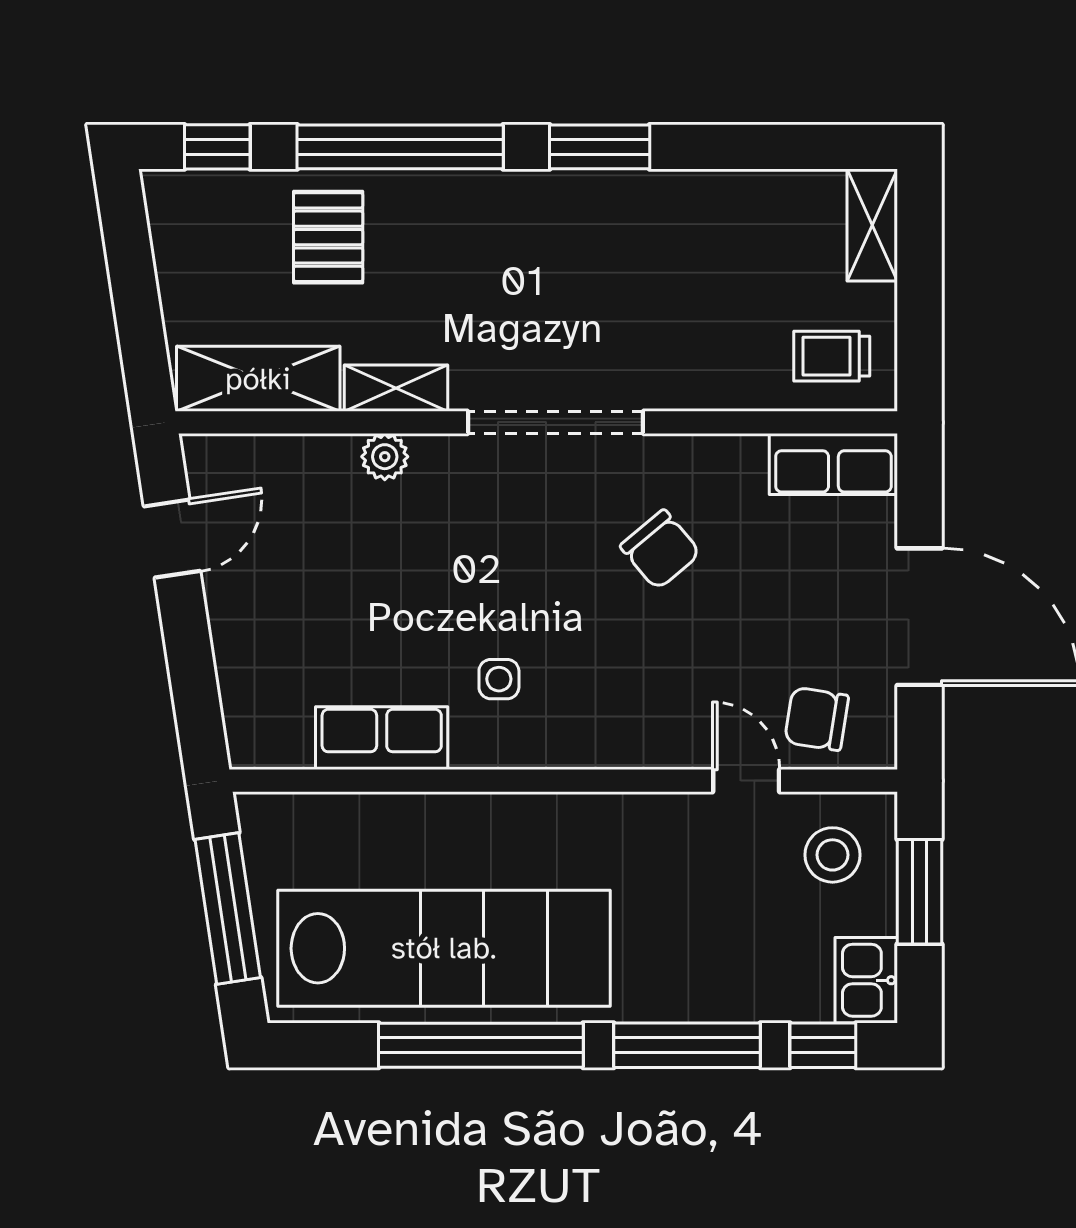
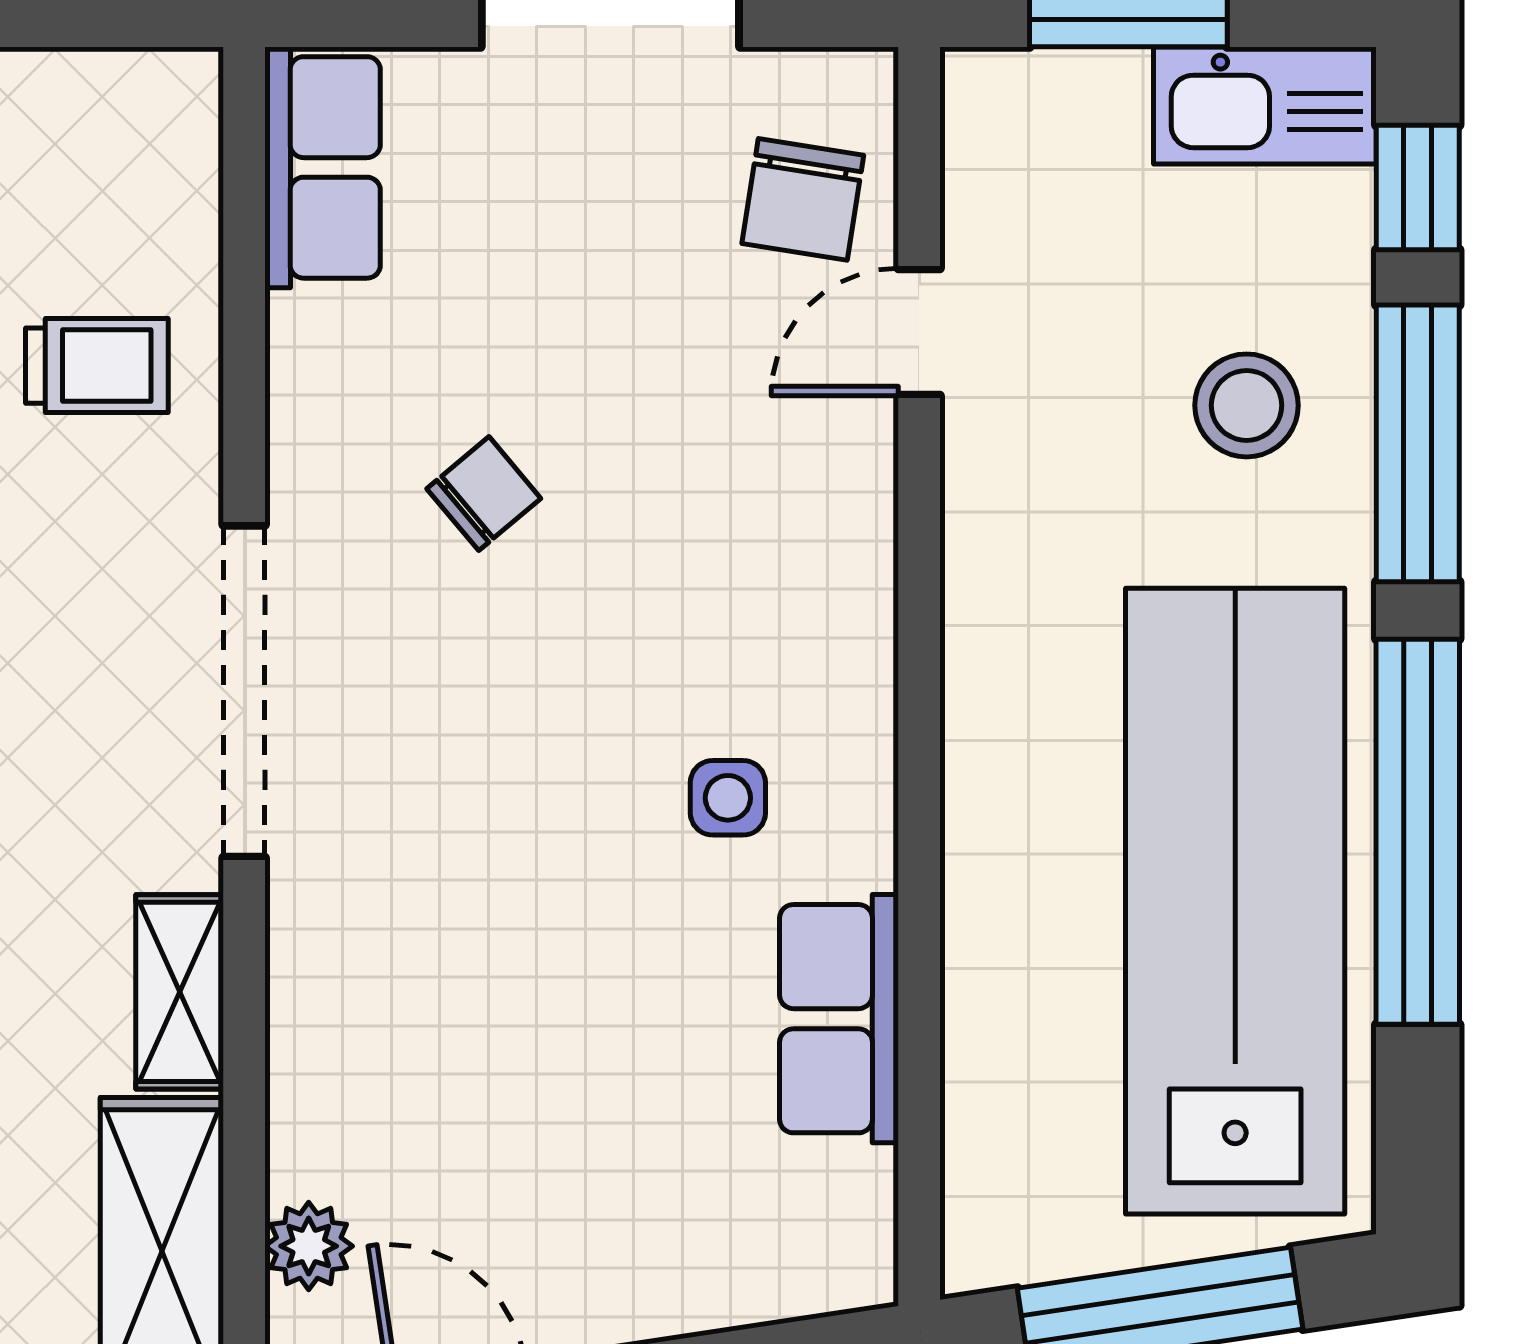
trolley: (832, 356) -> (97, 366), moved, turned -90
plant: (385, 457) -> (309, 1246), moved
chair: (660, 550) -> (484, 494), width x0.73, depth x0.73
stool: (832, 855) -> (1247, 405), moved
kitchen sink: (866, 980) -> (1265, 106), width x1.38

